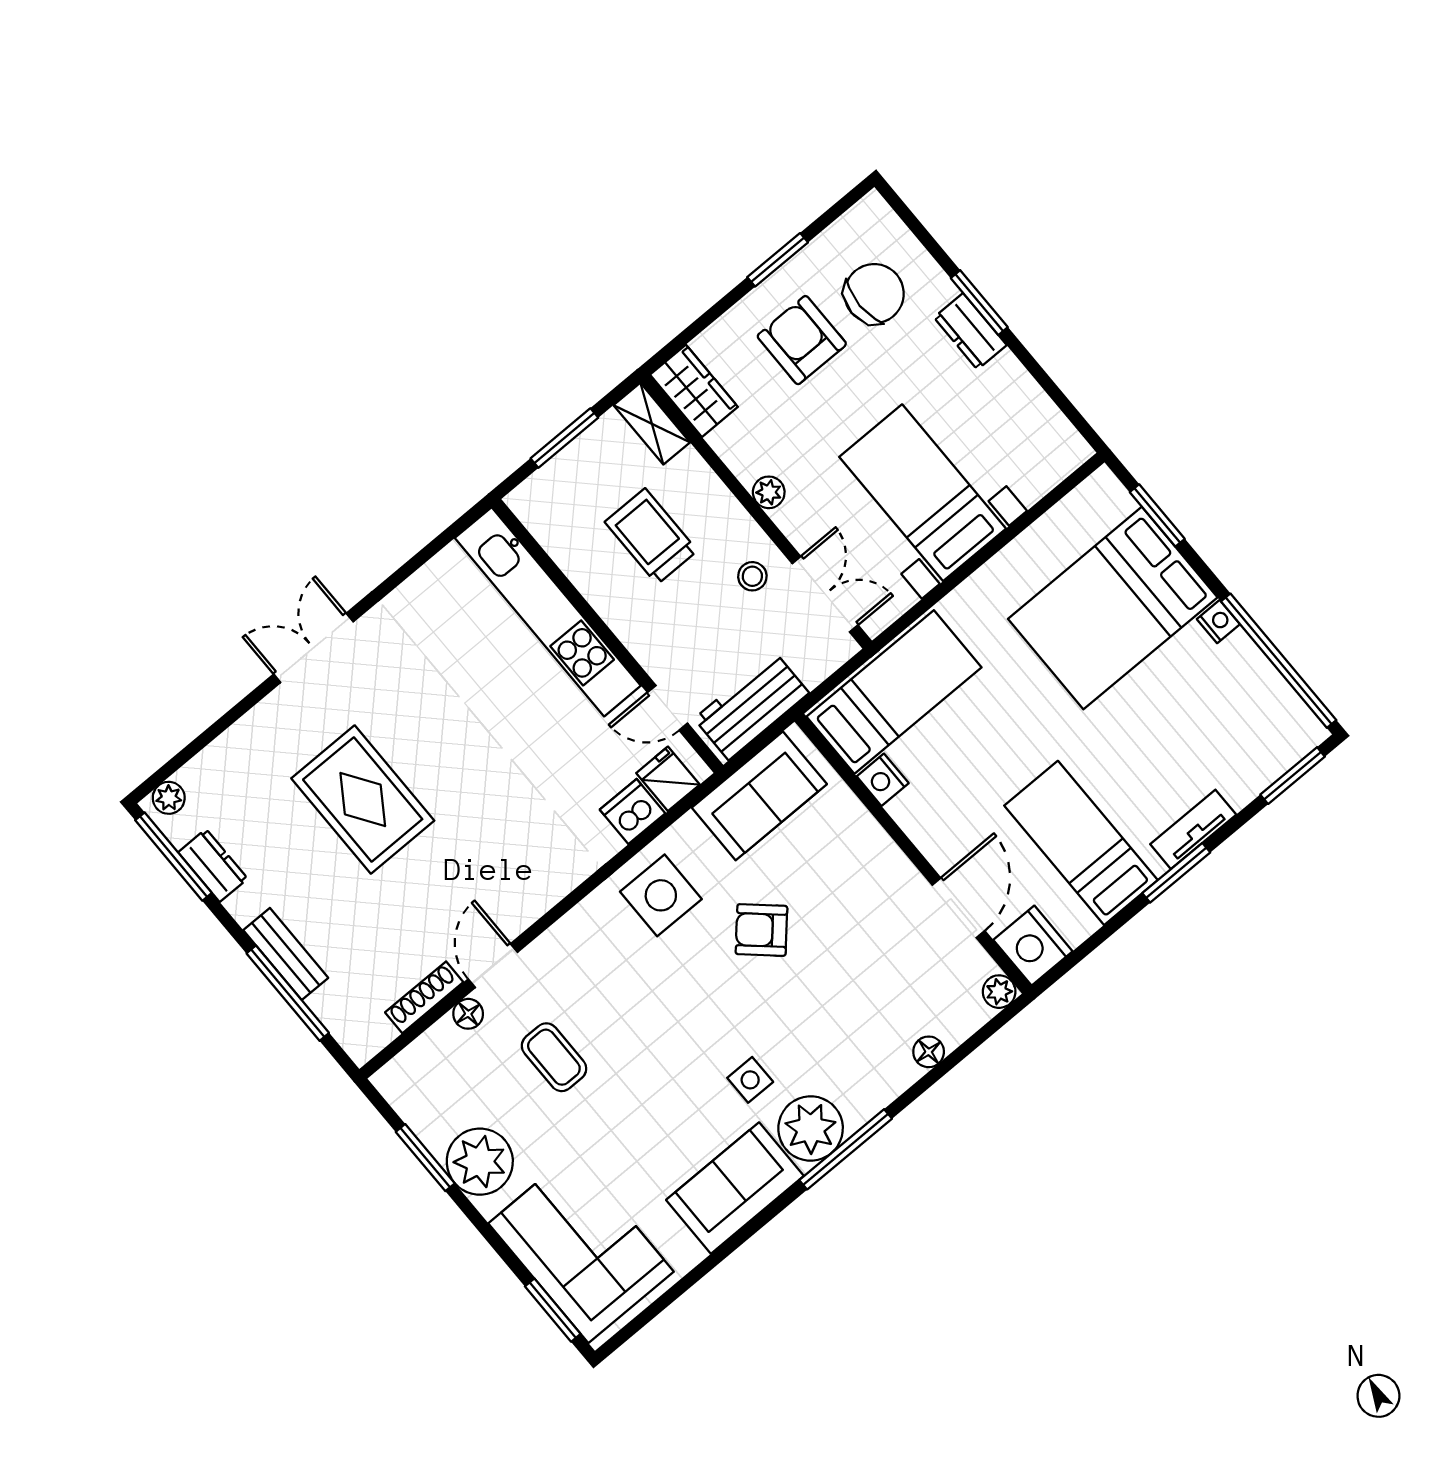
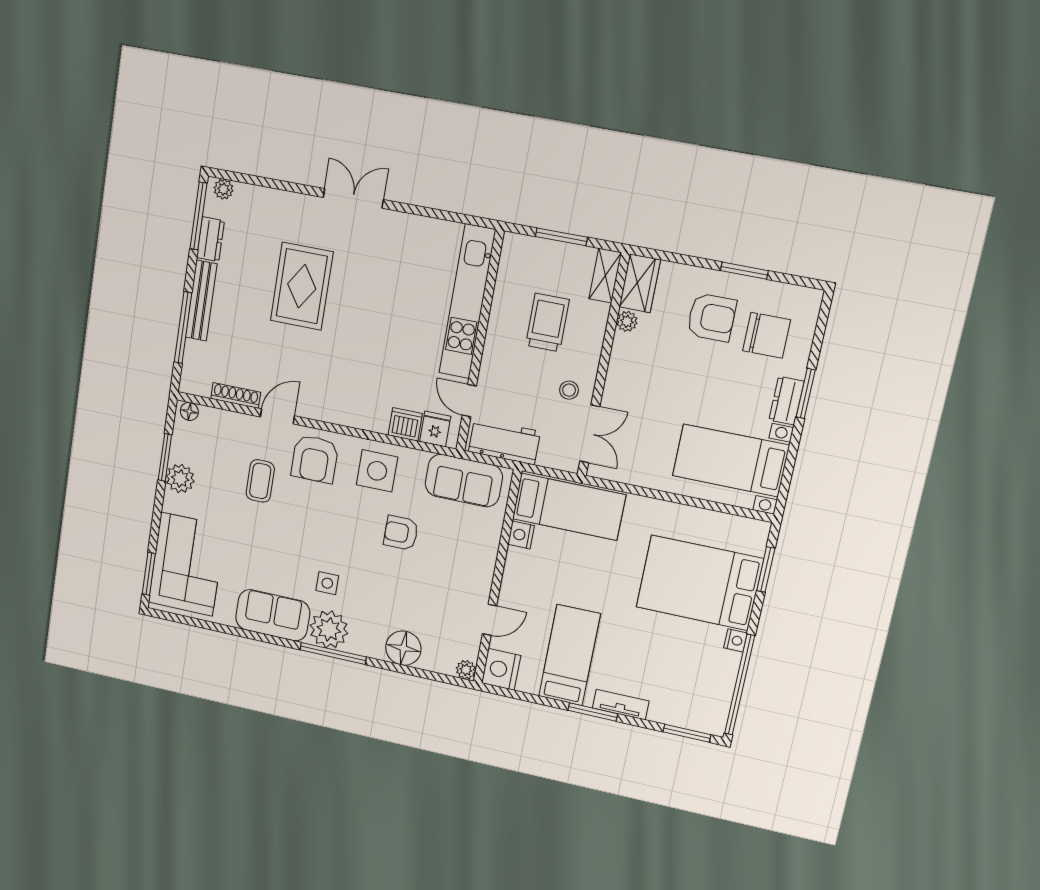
armchair: (802, 340) -> (712, 317), turned 90
plant: (769, 492) -> (627, 321), moved
bed with nightstands: (923, 493) -> (731, 460), moved, turned -90
door: (958, 908) -> (490, 620), width x0.73
armchair: (761, 930) -> (401, 533), turned -42
bench: (286, 954) -> (201, 301), width x1.36
armchair: (583, 963) -> (315, 459), added
floor lamp: (468, 1014) -> (189, 411), moved
floor lamp: (929, 1052) -> (403, 648), width x1.89, depth x1.89
plant: (480, 1162) -> (180, 479), width x0.73, depth x0.73

